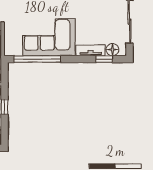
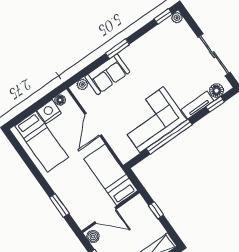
window: (37, 59) -> (169, 137), moved

